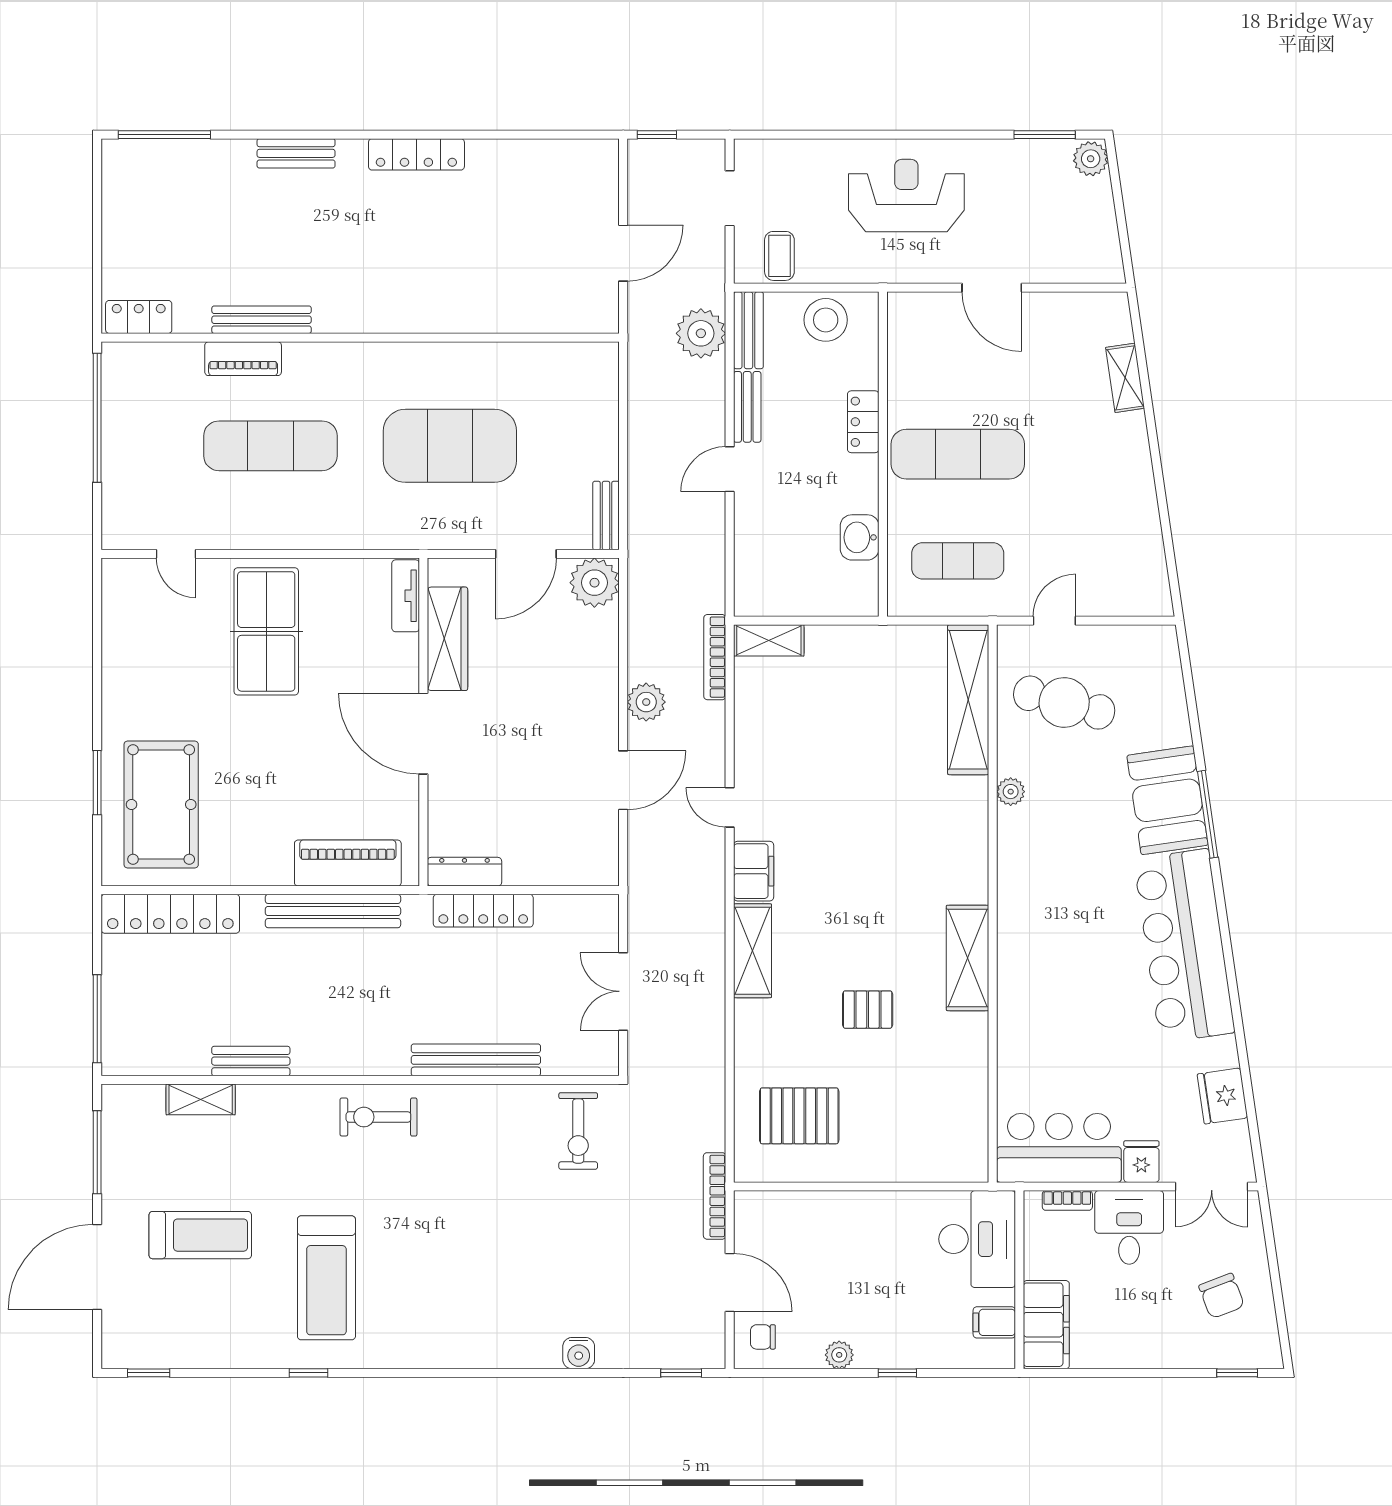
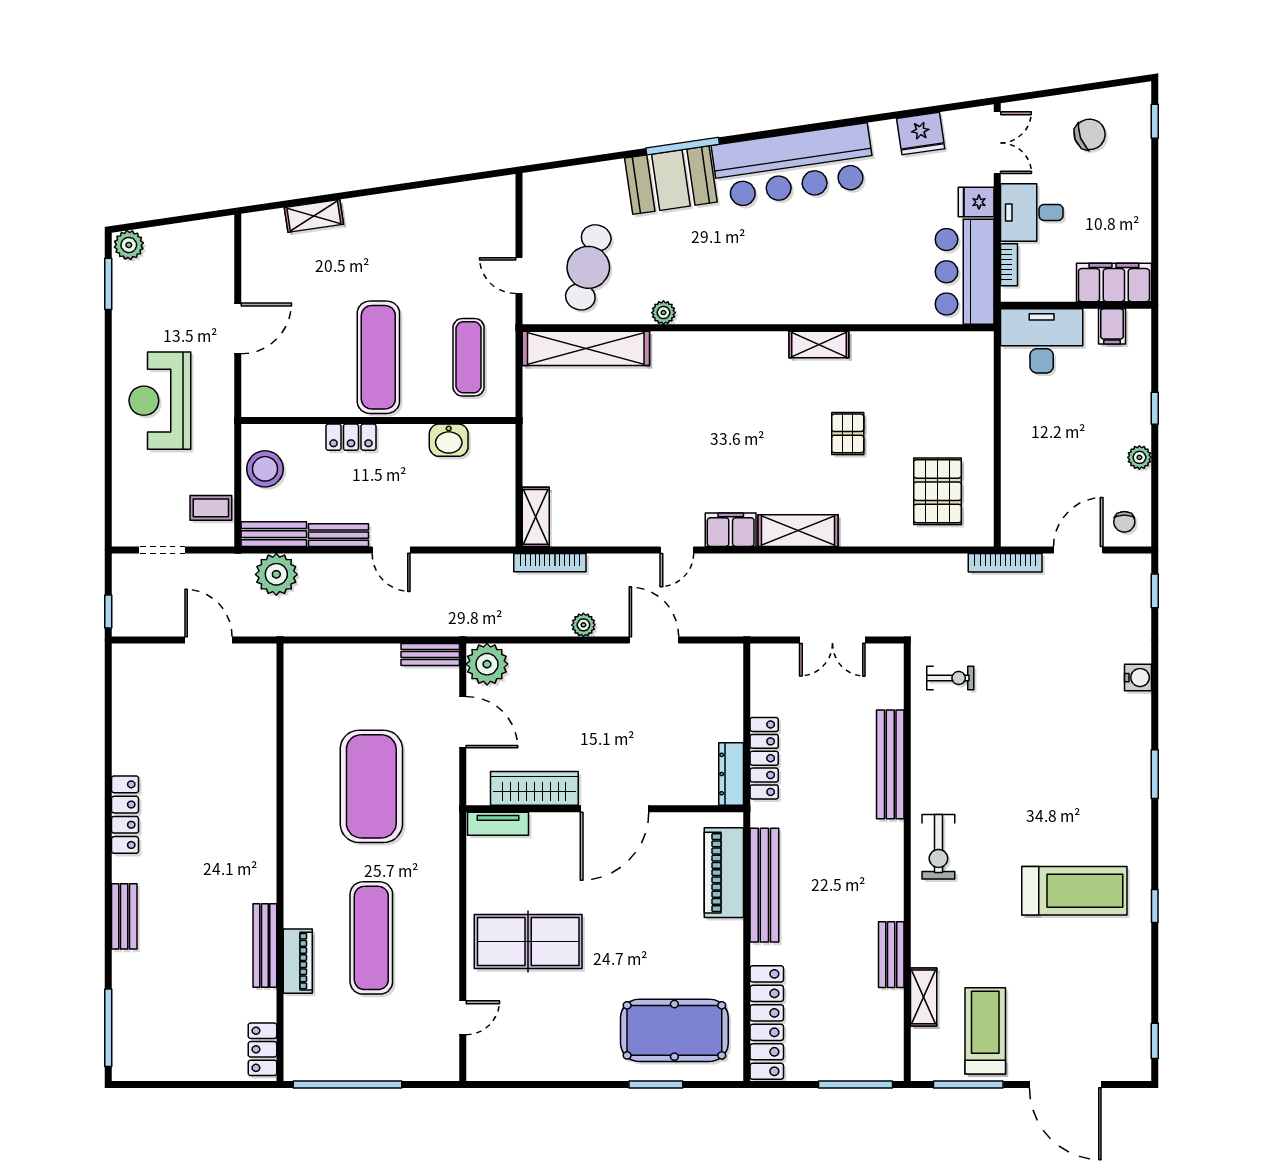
plant: (646, 702) -> (583, 625), width x0.73, depth x0.73
shelving: (968, 958) -> (819, 344), width x0.67, depth x0.75
exercise bike: (578, 1131) -> (950, 678), width x0.73, depth x0.72
treadmill: (200, 1235) -> (985, 1031), moved
window: (464, 1373) -> (1155, 774), added

